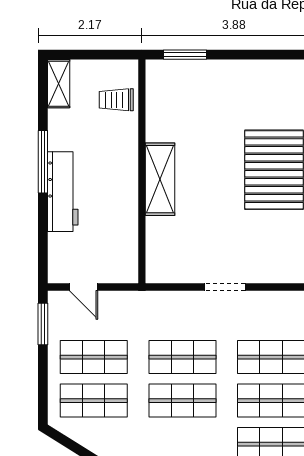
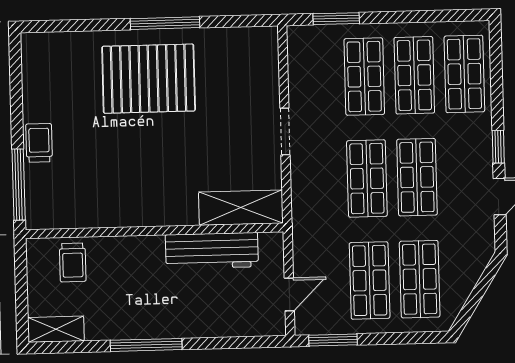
window: (185, 55) -> (19, 185), width x1.44
trolley: (221, 73) -> (39, 143), added
shelving: (160, 179) -> (241, 208), moved
workbench: (63, 192) -> (212, 251), moved, turned 180

